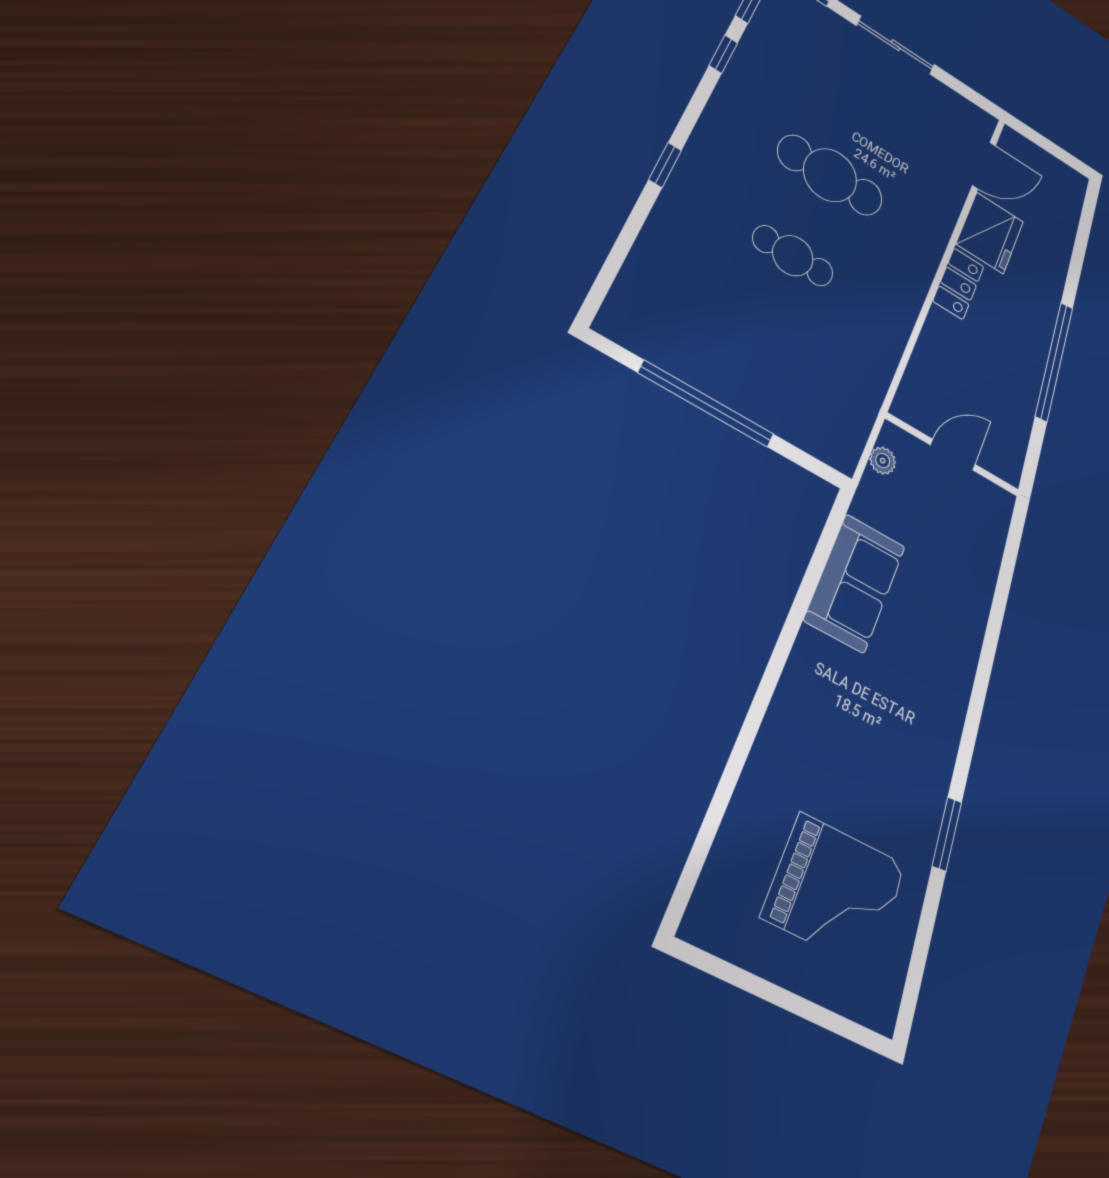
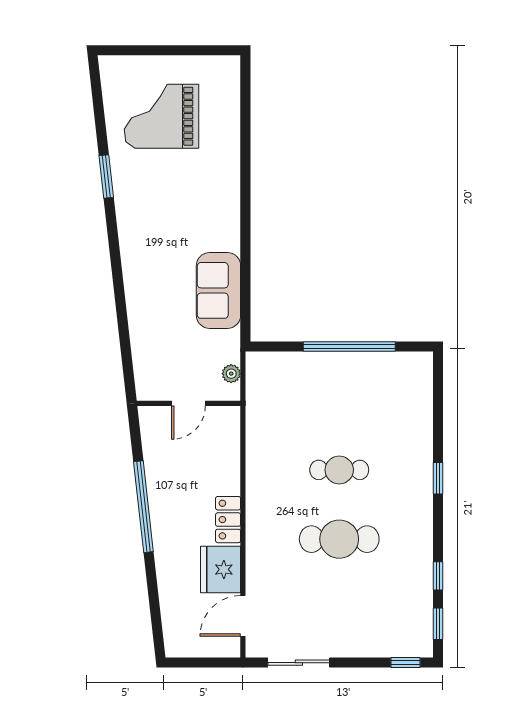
sliding door: (896, 45) -> (299, 663), moved

